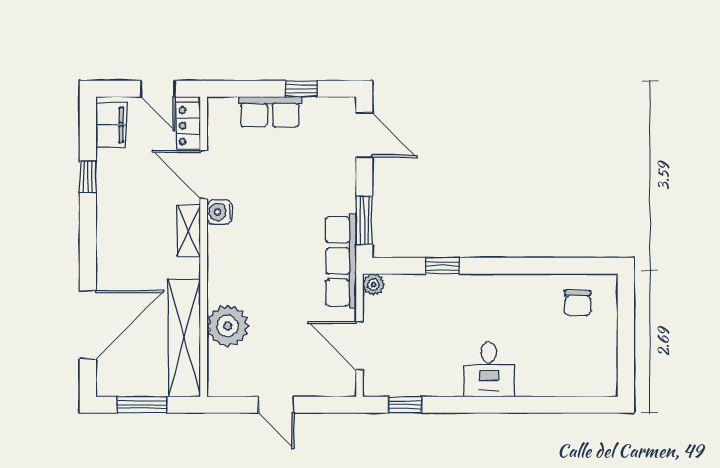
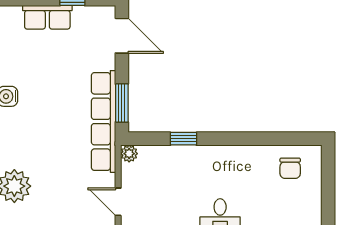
row of seats: (341, 261) -> (104, 121), width x1.36
door: (359, 346) -> (118, 202), width x0.73

